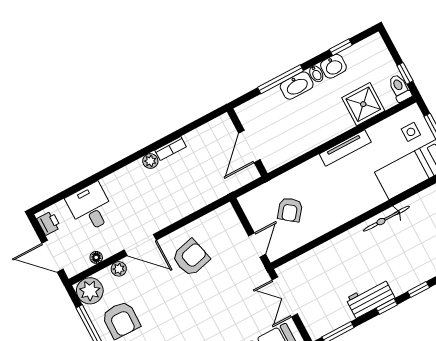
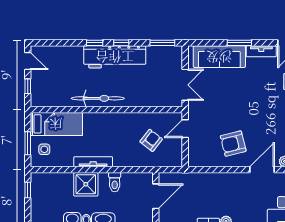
toilet: (400, 88) -> (115, 182), moved
shower: (363, 104) -> (86, 184), moved
bicycle: (386, 219) -> (98, 98), width x1.37, depth x1.40
door: (140, 245) -> (262, 170), hinge flipped
workbench: (370, 298) -> (115, 57), width x1.88, depth x1.32

